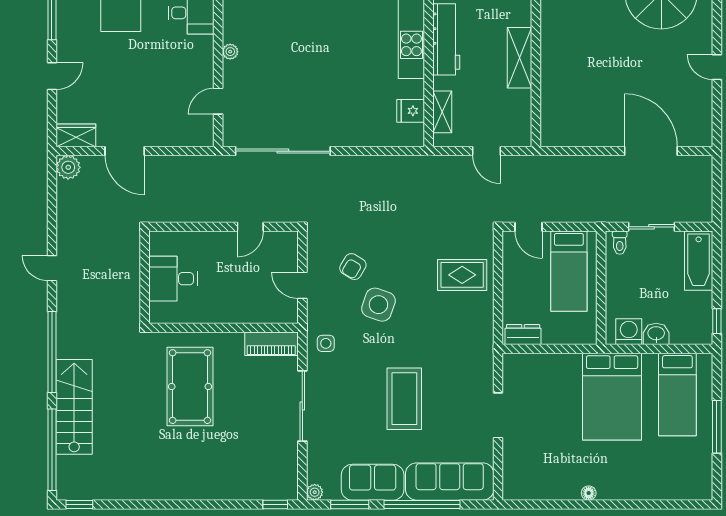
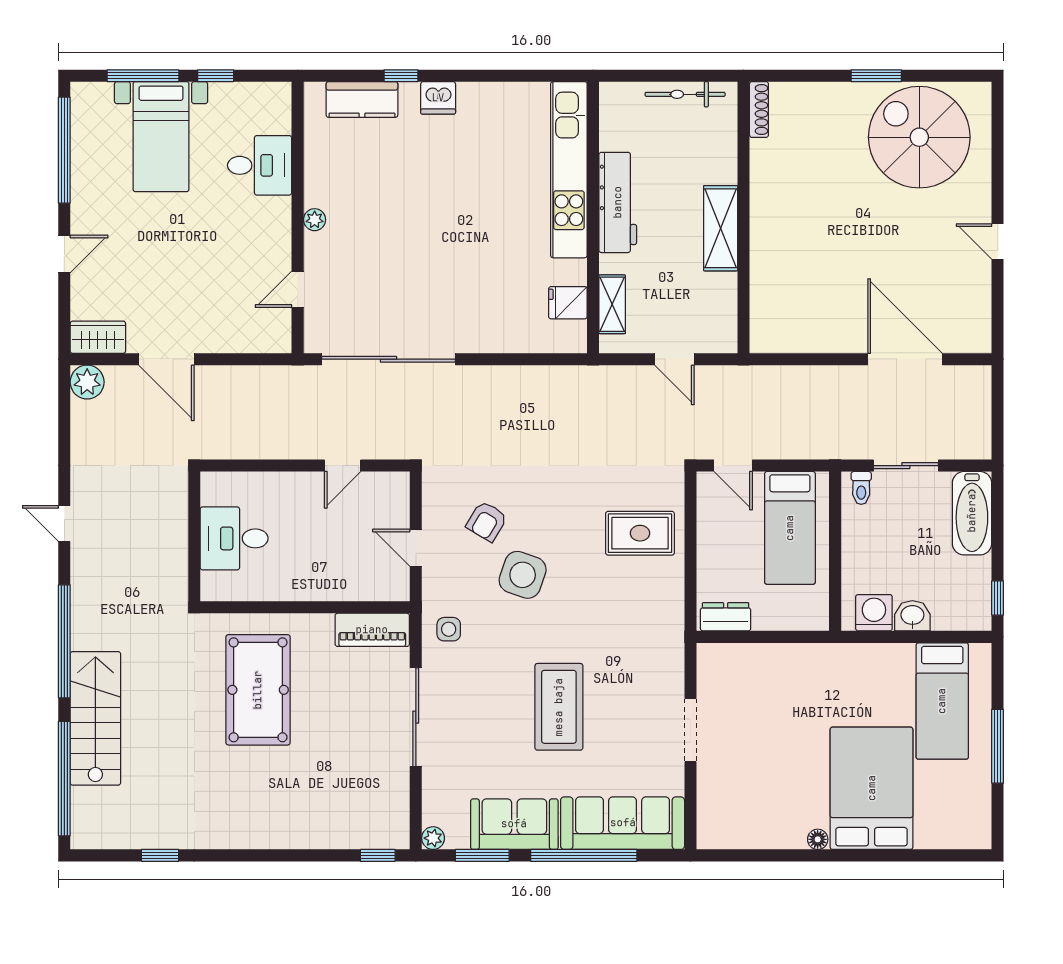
bed: (612, 397) -> (872, 788), moved, turned 180
window: (79, 504) -> (160, 855), moved

